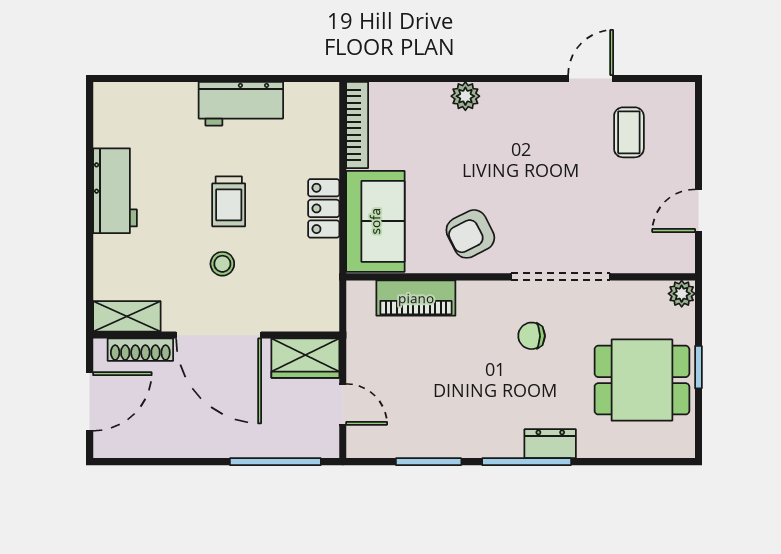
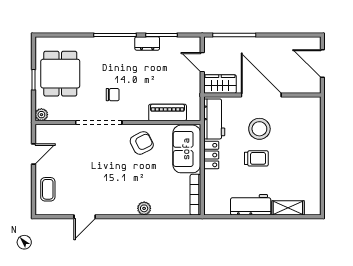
coffee table: (629, 132) -> (48, 189), moved
workbench: (115, 191) -> (214, 119), moved, turned 180
trolley: (229, 201) -> (256, 158), turned 90
stool: (222, 264) -> (259, 129), width x1.89, depth x1.89
shelving: (127, 316) -> (288, 208), moved
shoe rack: (140, 350) -> (298, 88), removed
dining table: (642, 380) -> (60, 74), turned 90
door: (90, 402) -> (322, 63), hinge flipped
dresser: (550, 444) -> (147, 43), moved

